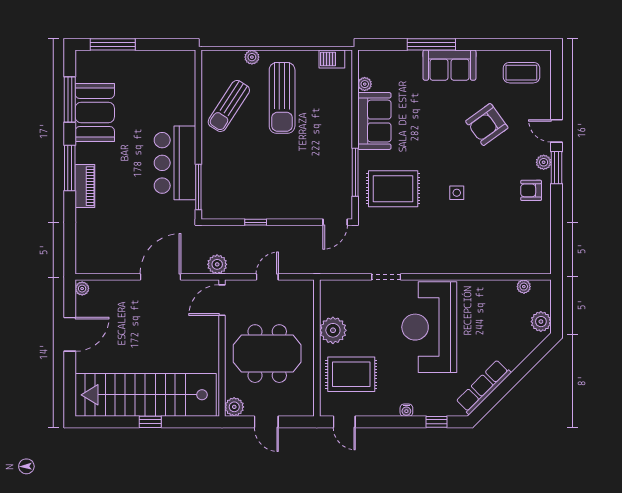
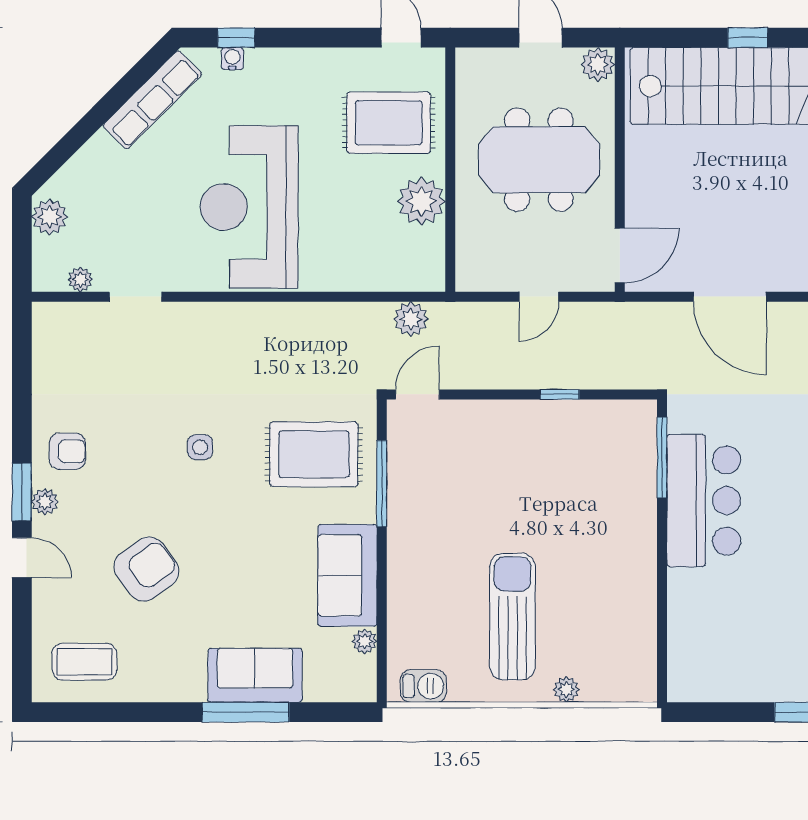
sofa: (449, 65) -> (255, 675), moved
sun lounger: (229, 106) -> (607, 602), removed
plant: (217, 264) -> (411, 319), moved
door: (160, 277) -> (730, 297), hinge flipped
doorway: (386, 277) -> (135, 297), moved
reception desk: (429, 327) -> (249, 207), turned 180
water cooler: (406, 410) -> (232, 59), moved

